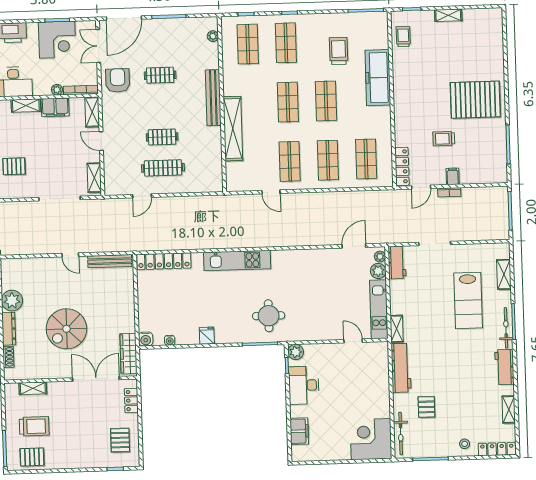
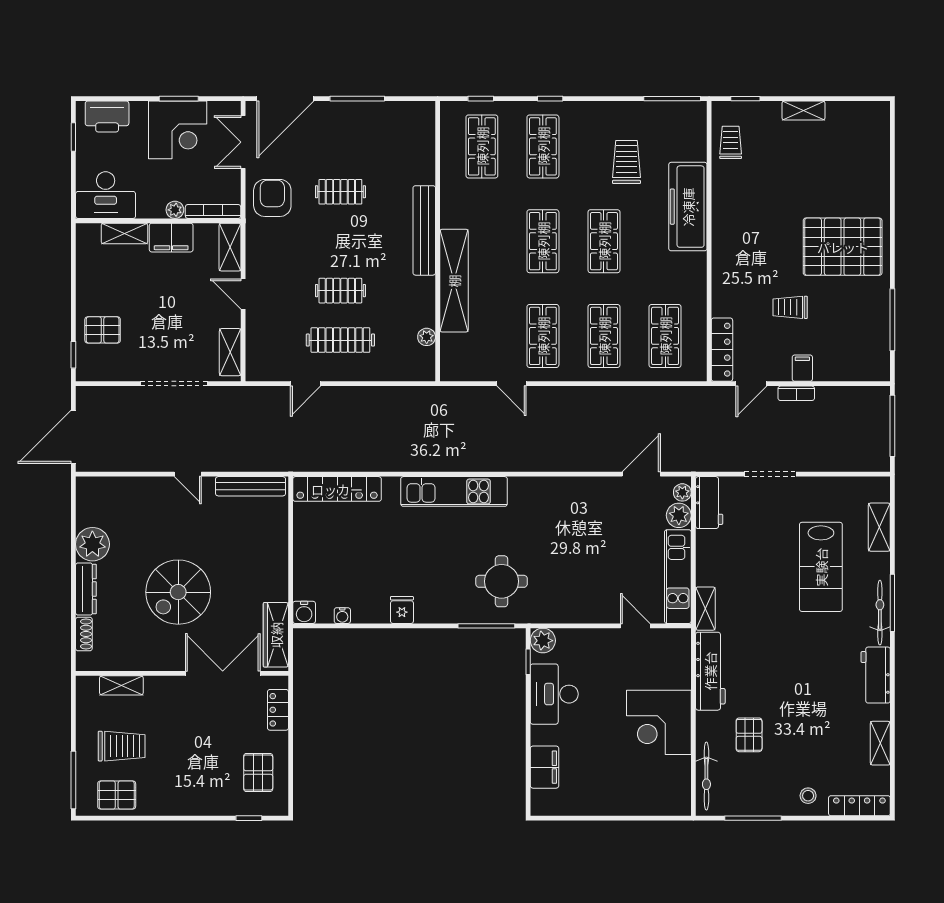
plant: (213, 36) -> (427, 337), moved
corner desk: (371, 439) -> (659, 722), moved, turned -90

